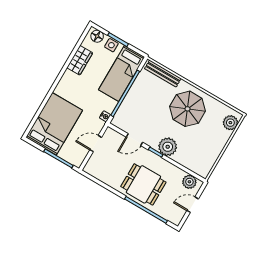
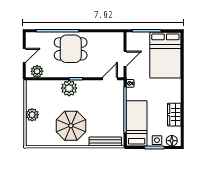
plant: (230, 123) -> (32, 115), moved
door: (134, 140) -> (110, 79), moved

